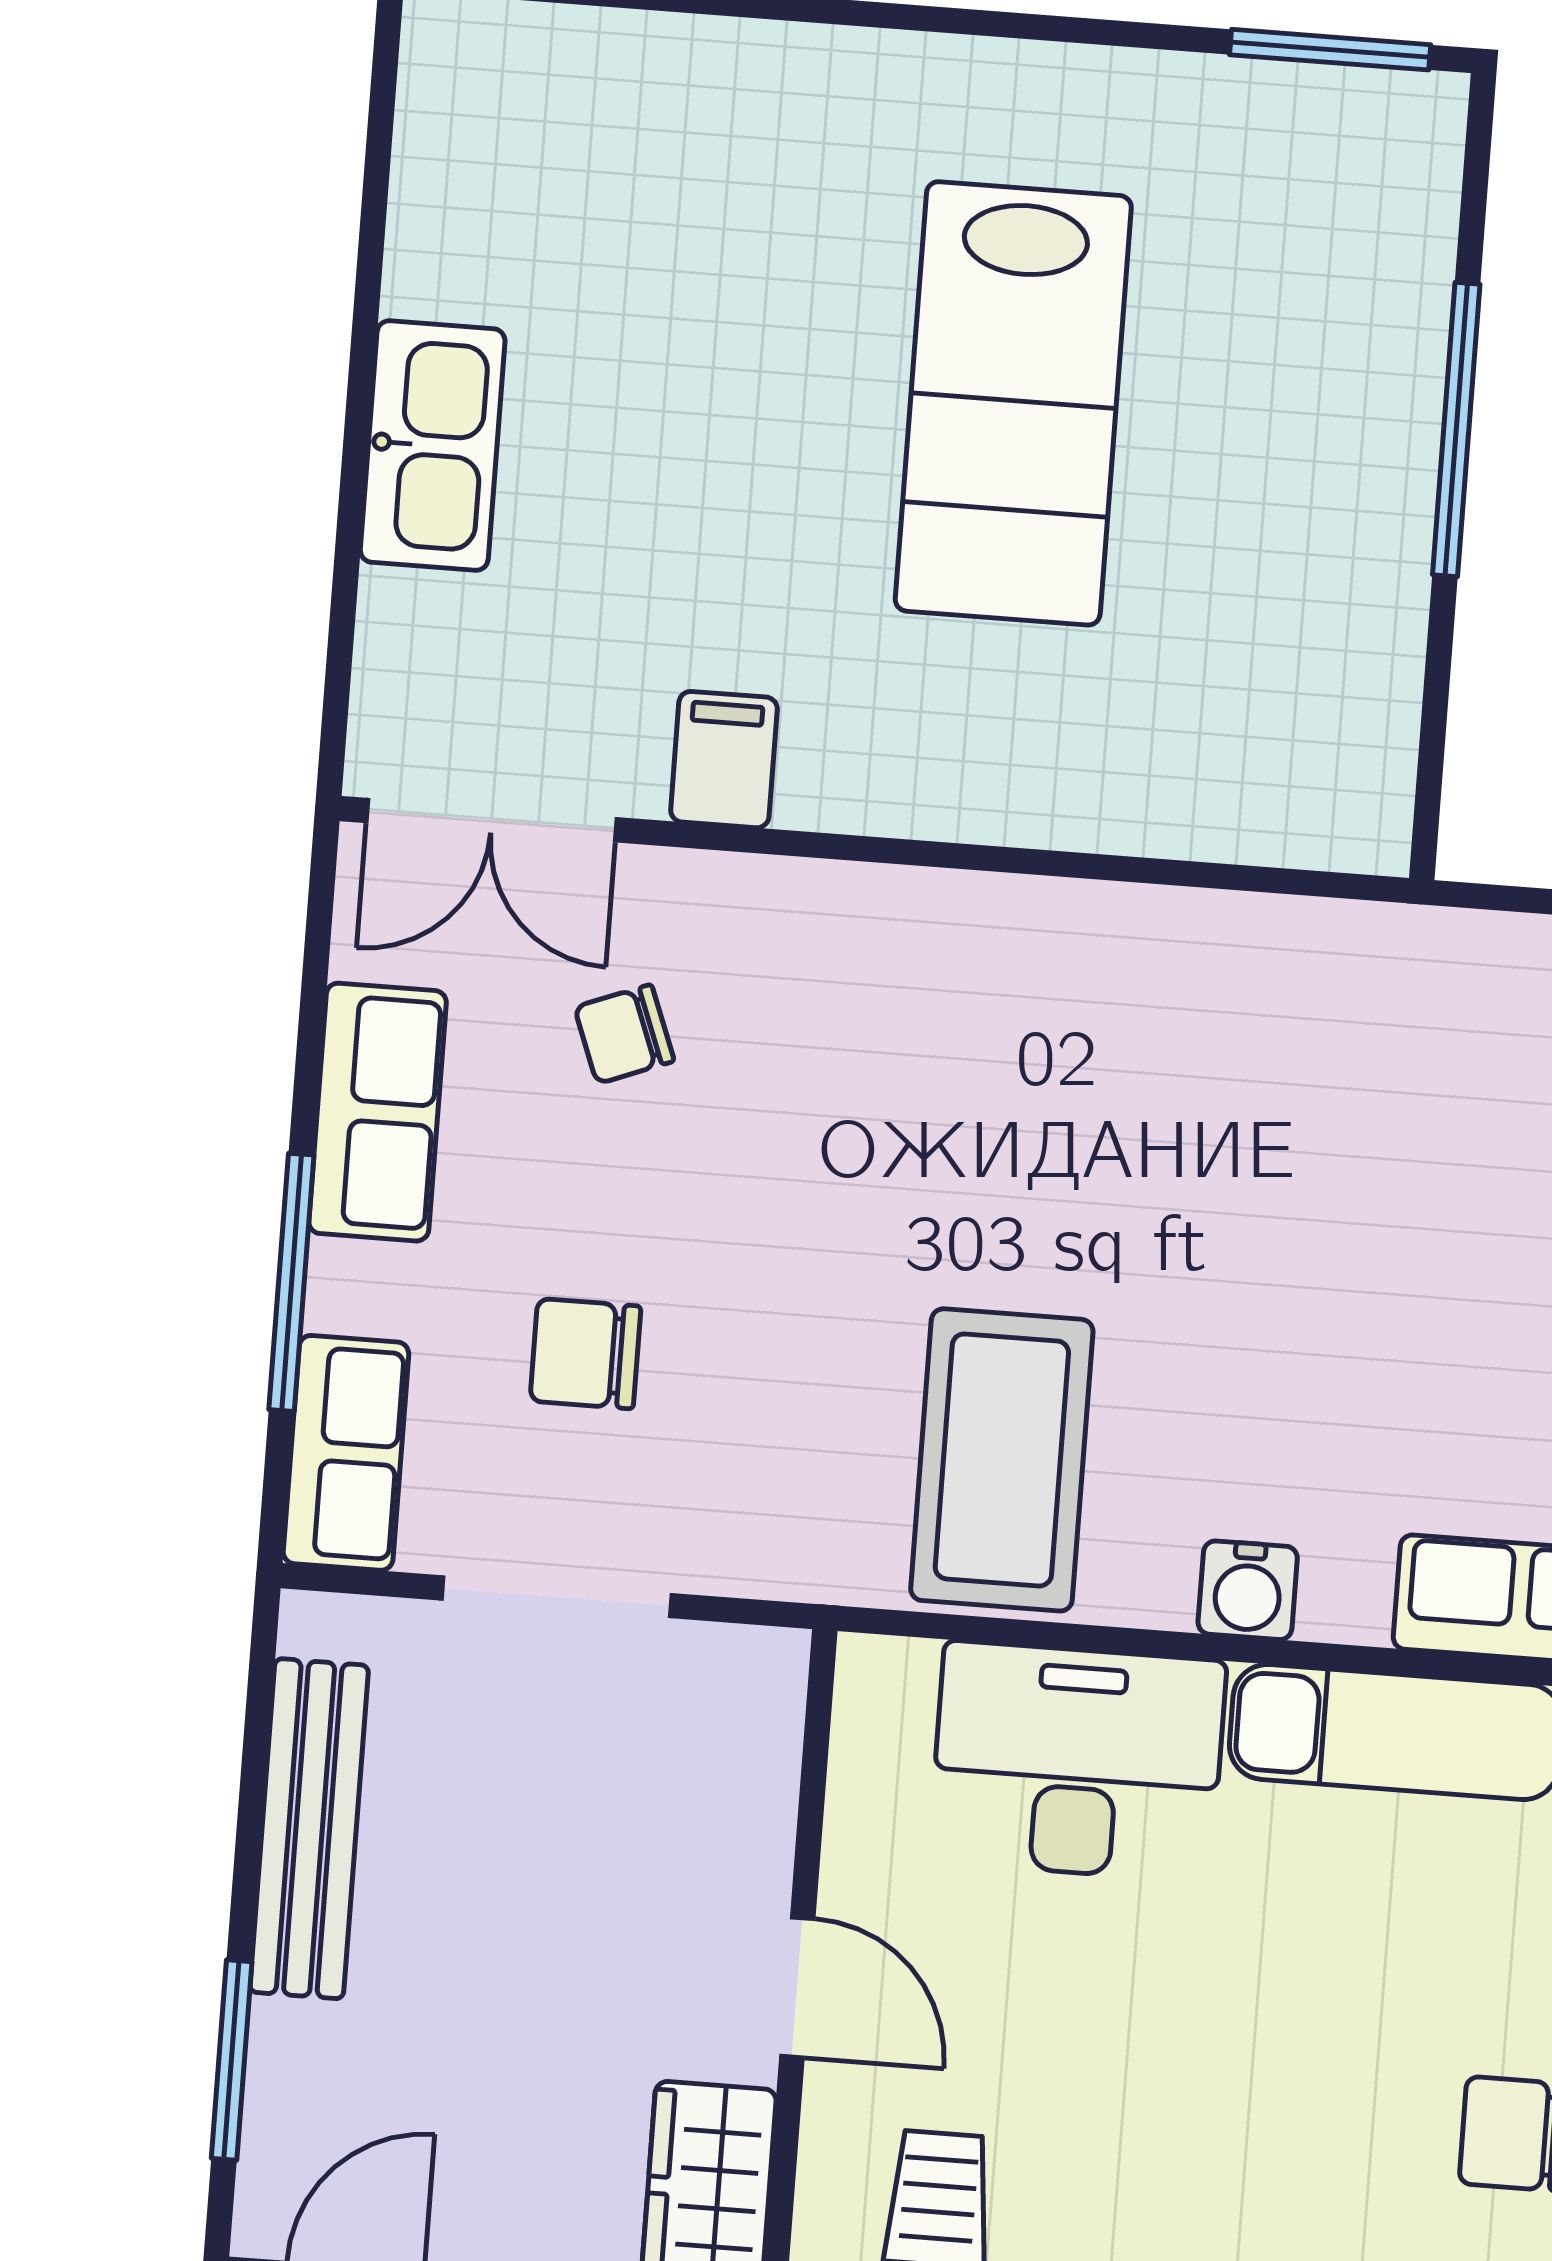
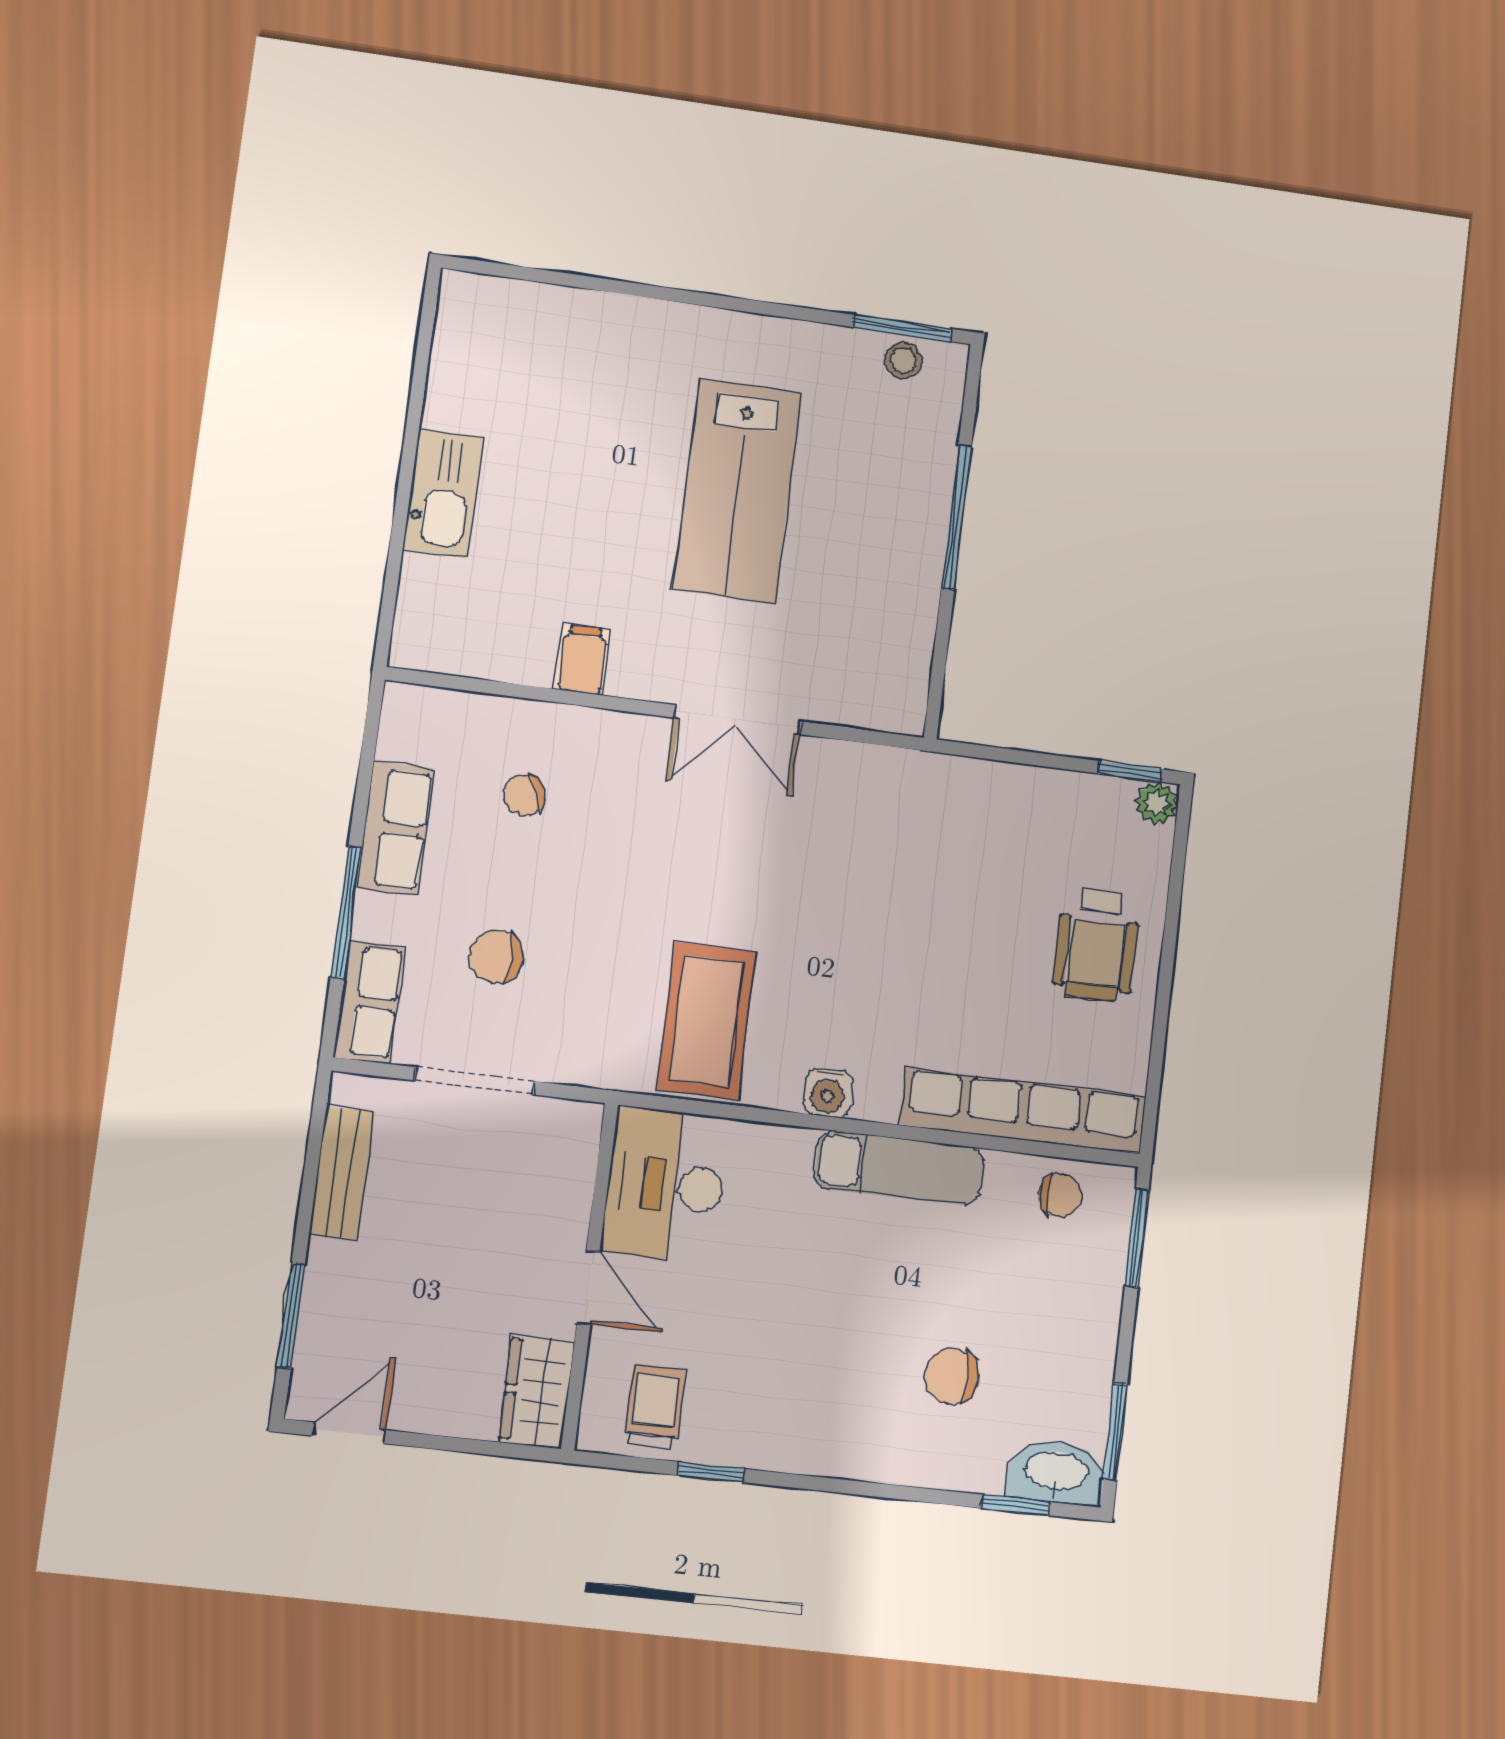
stool: (1336, 116) -> (903, 360), added
double door: (491, 820) -> (738, 720), moved
desk: (1078, 1761) -> (665, 1185), moved, turned -90
bench: (309, 1829) -> (342, 1173), width x0.73

